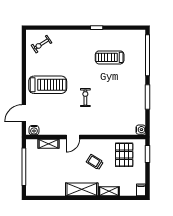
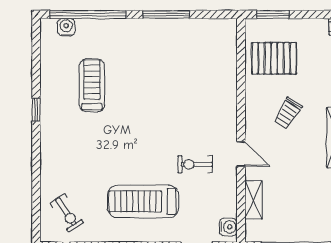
treadmill: (110, 57) -> (92, 85), turned 180
treadmill: (48, 85) -> (143, 201), turned -90
exercise bike: (85, 98) -> (195, 164), moved
water cooler: (141, 130) -> (66, 27), moved

